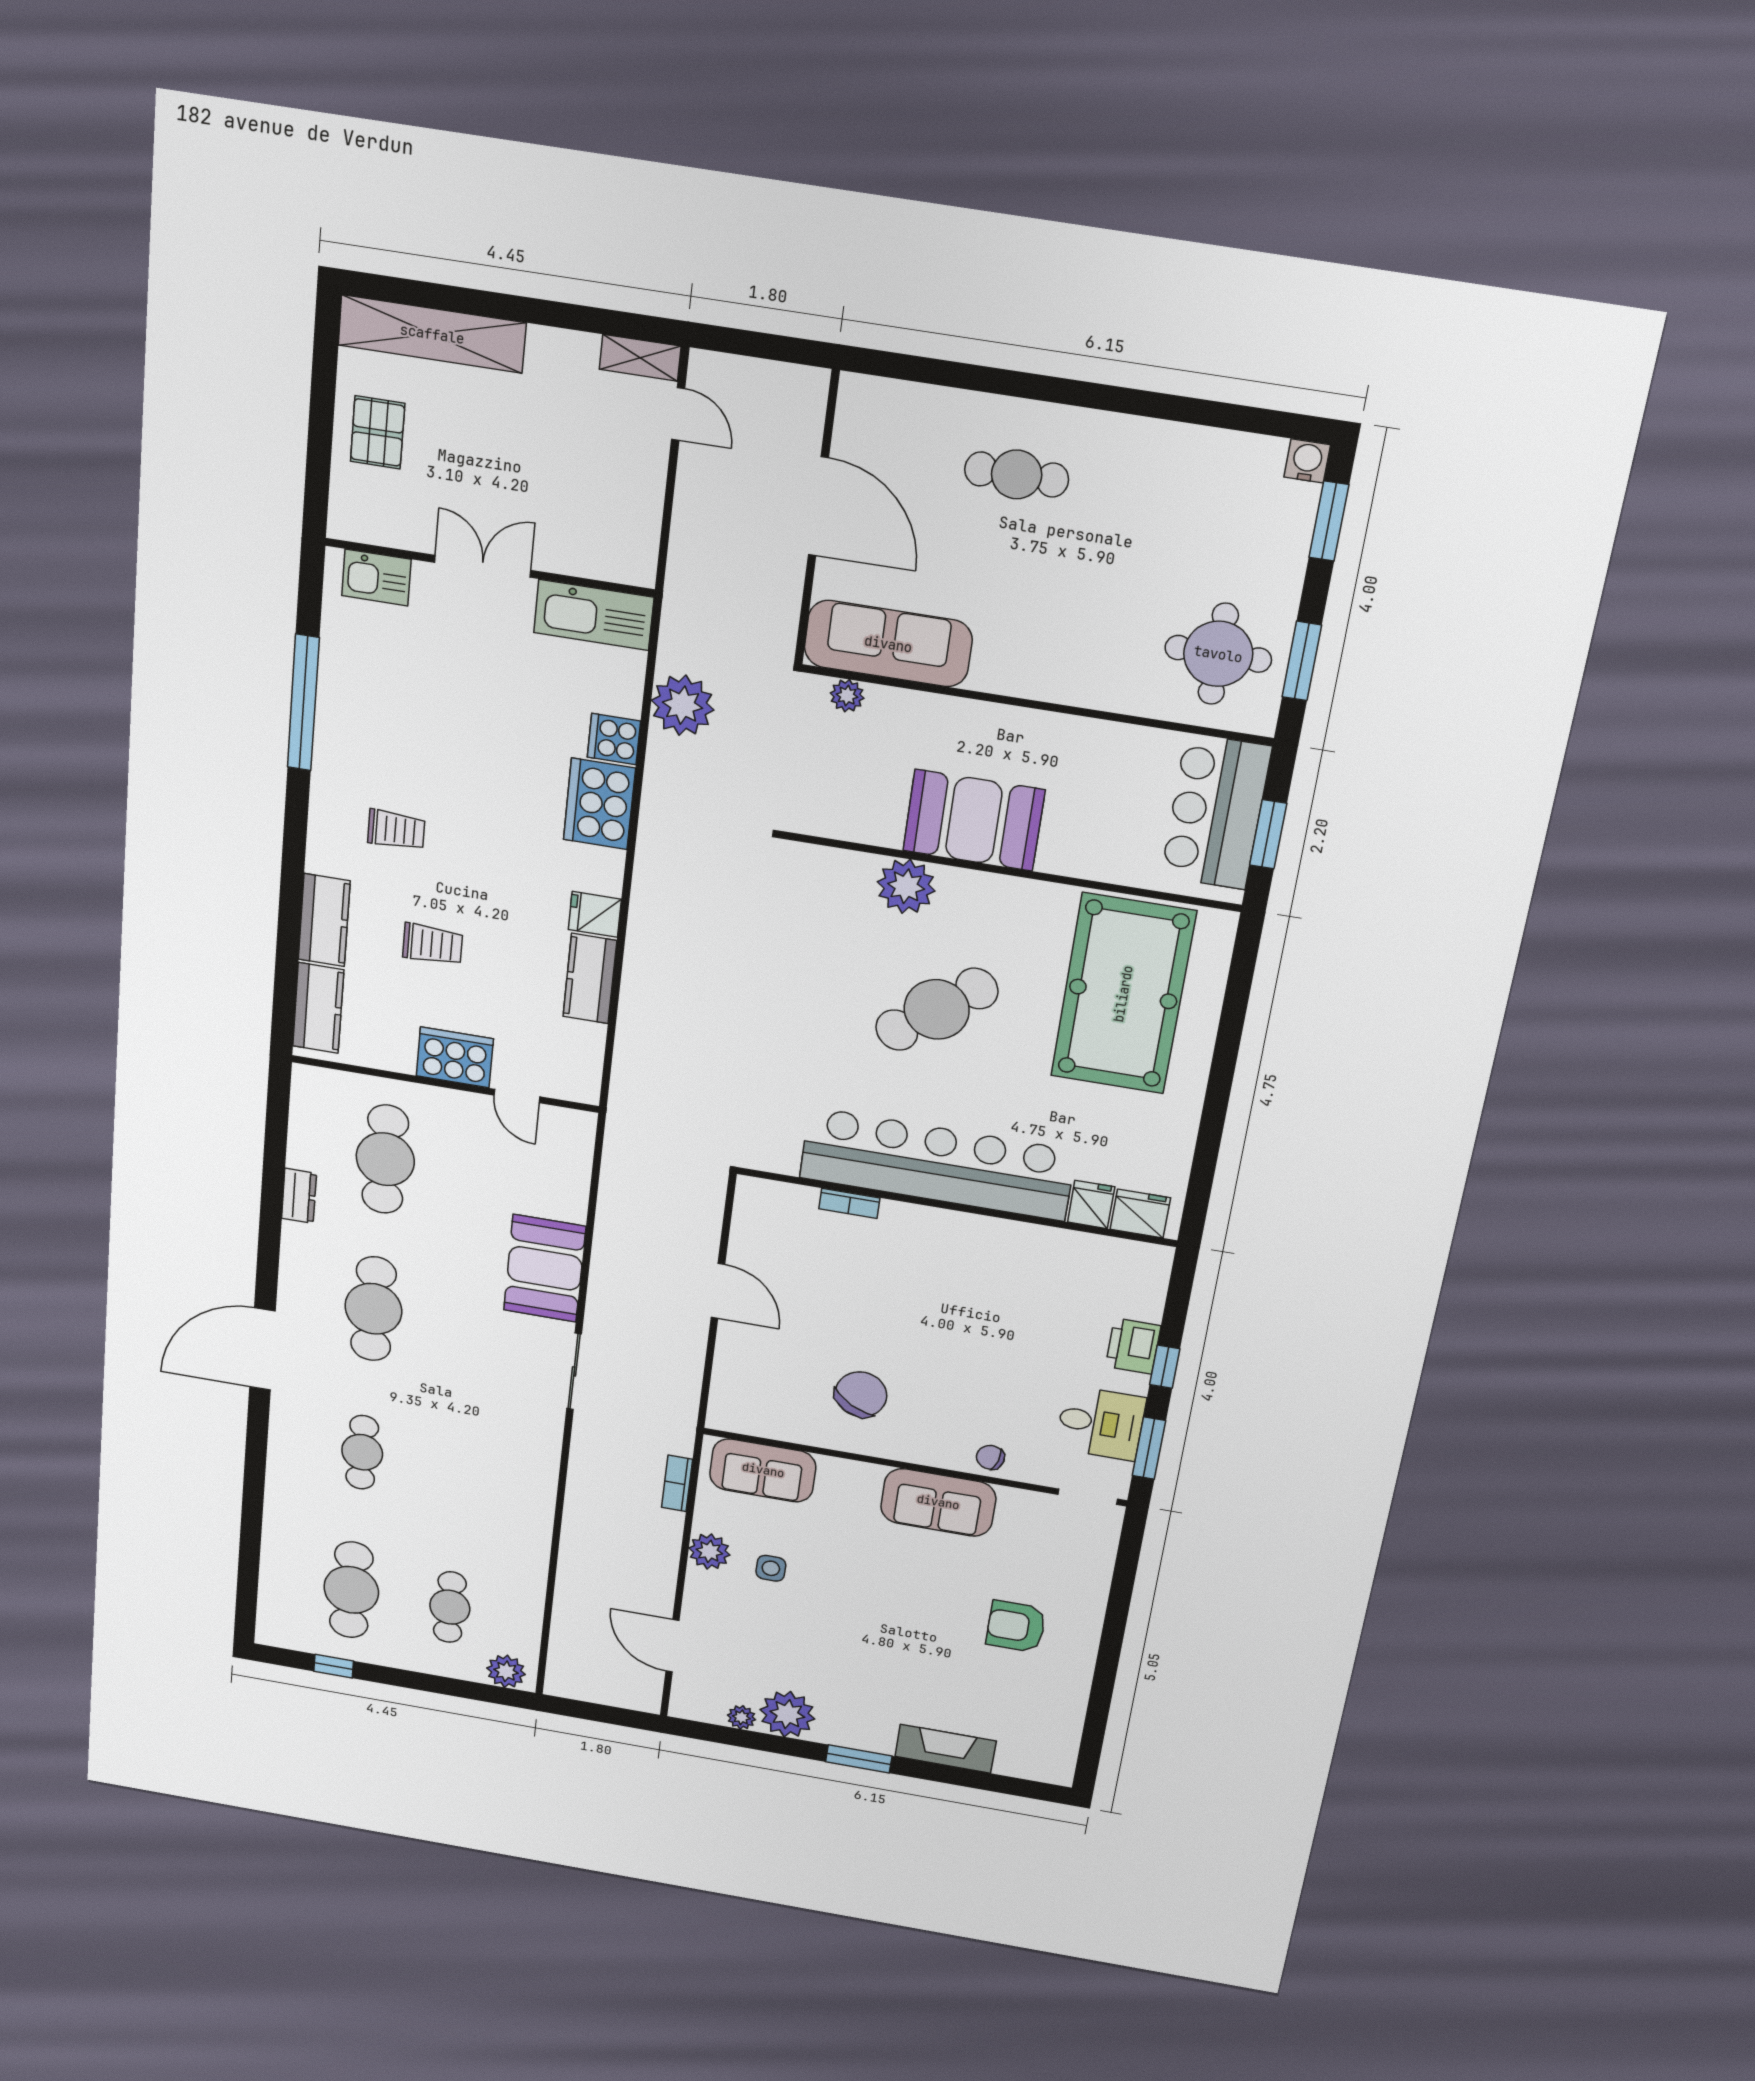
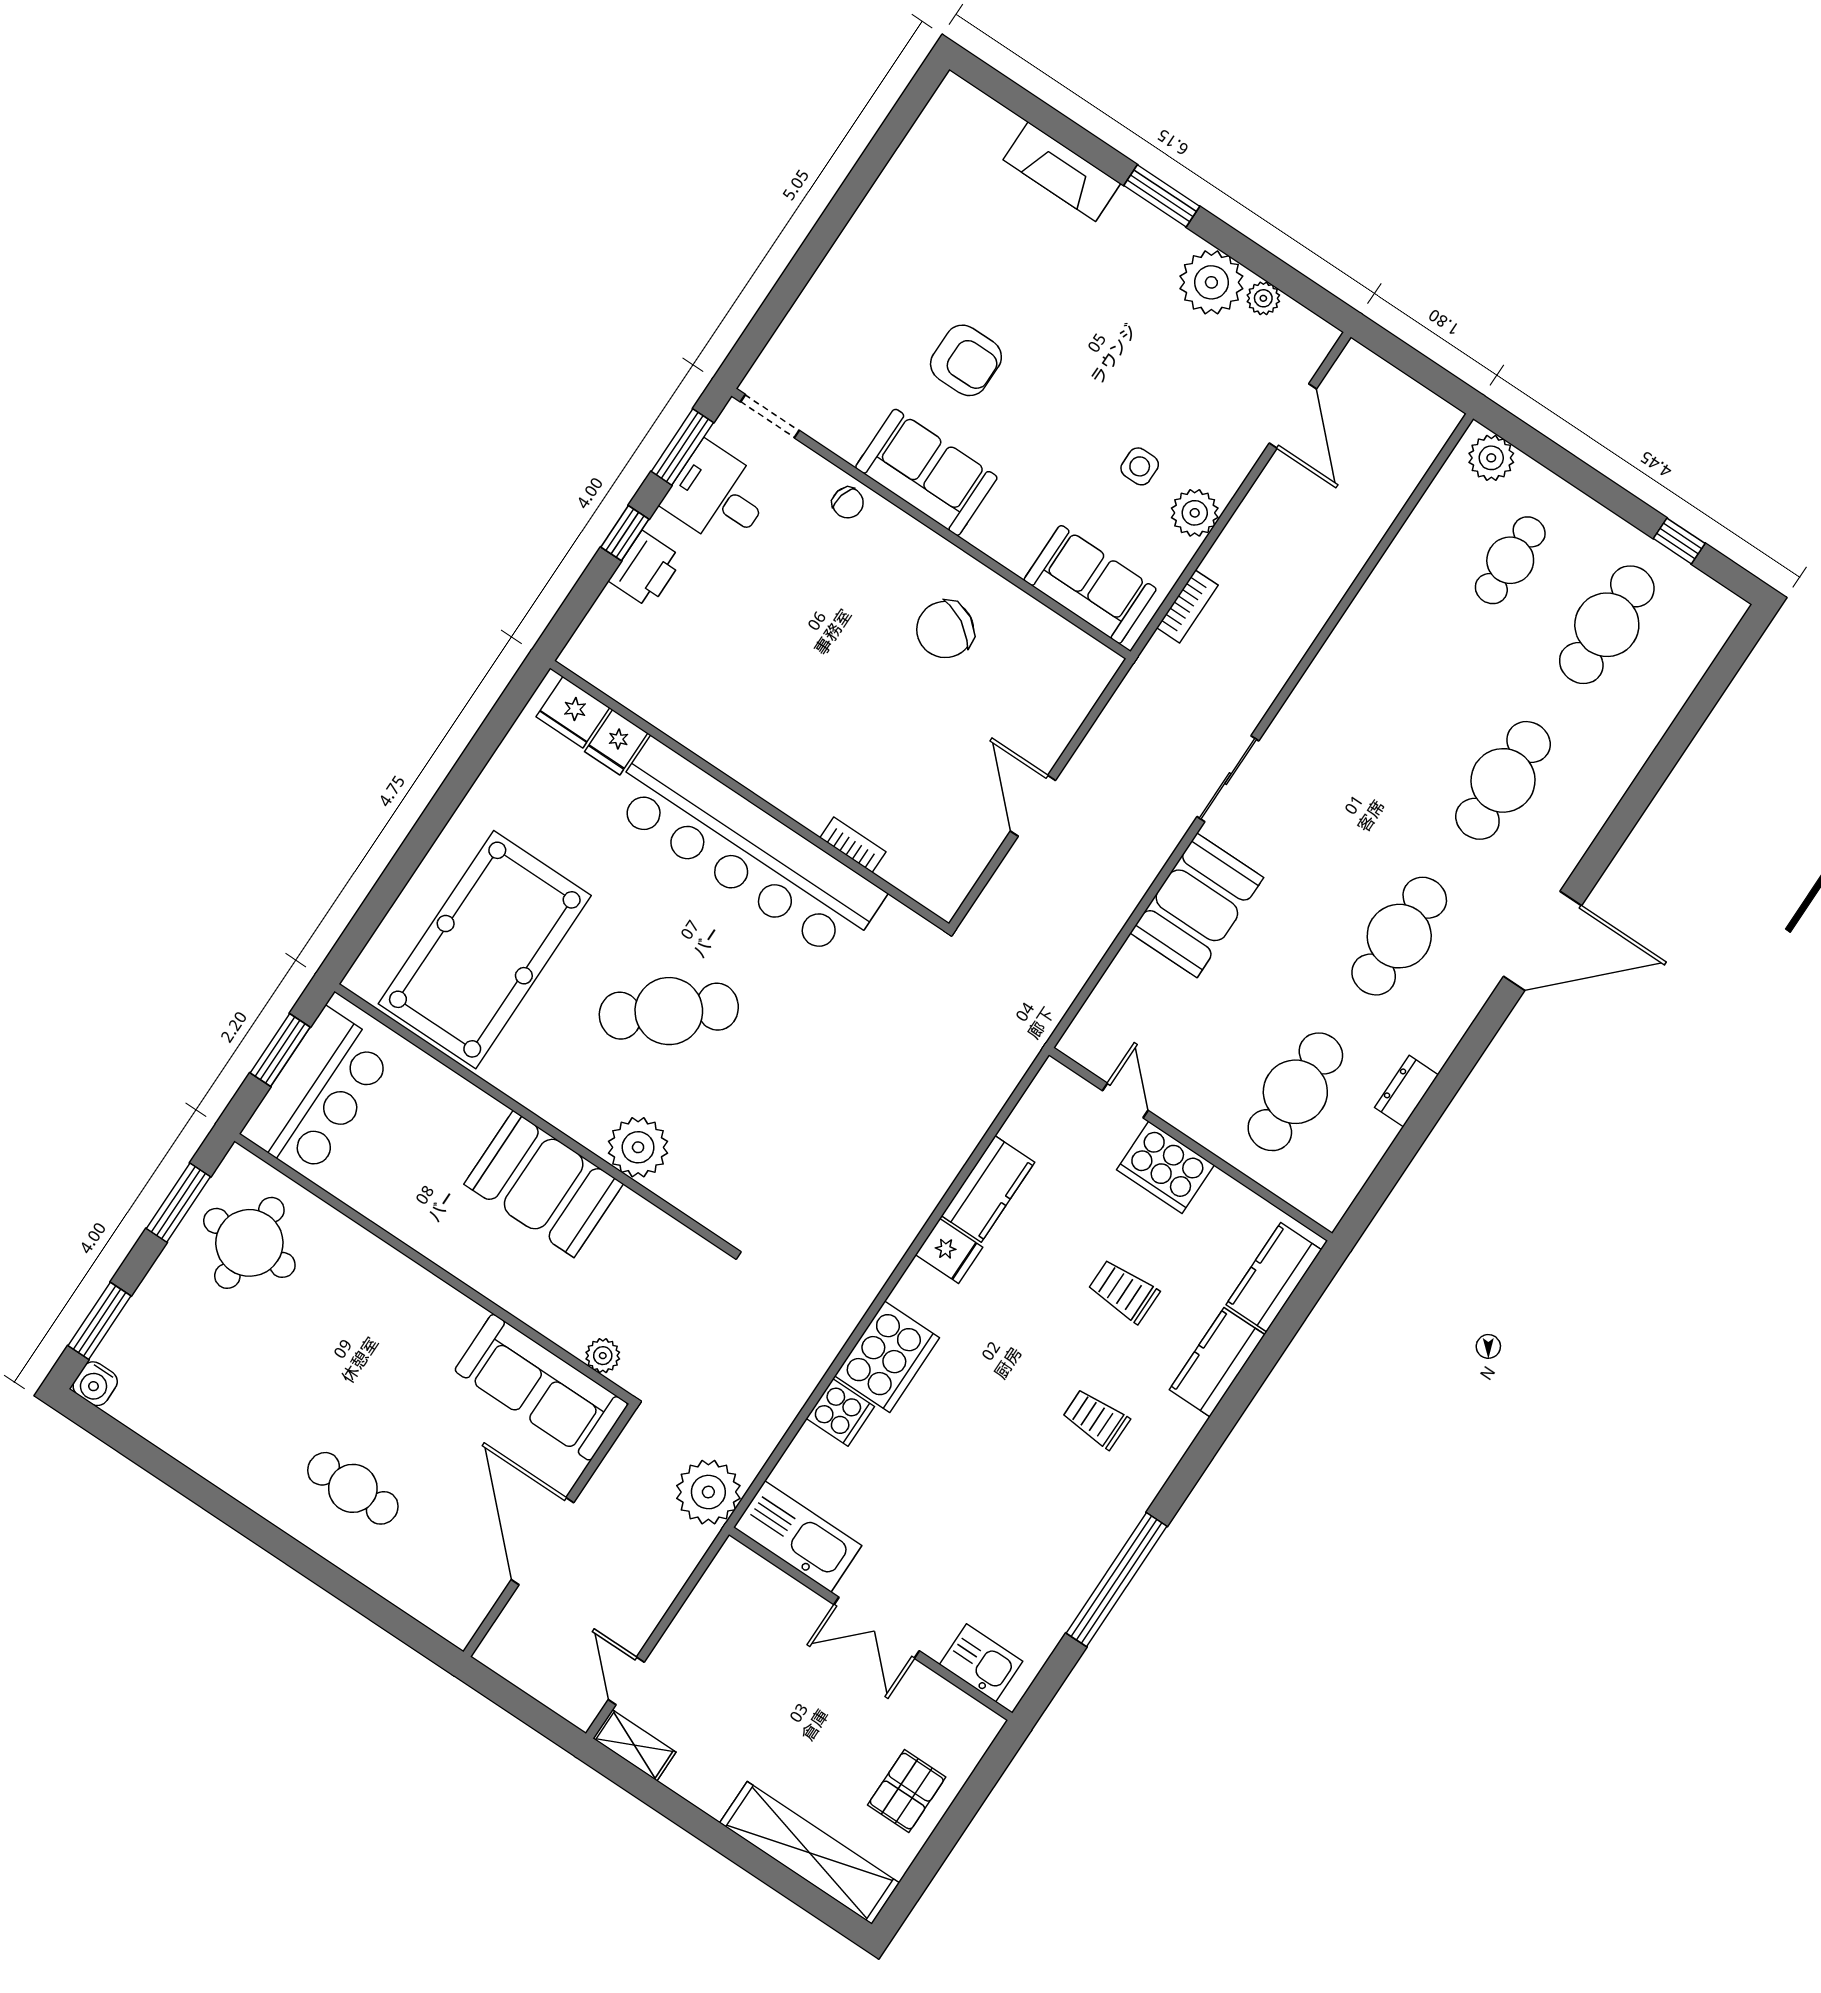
plant: (683, 705) -> (708, 1492), moved
cafe table: (362, 1452) -> (1503, 780), width x1.37, depth x1.35
armchair: (1016, 1626) -> (966, 360), moved

